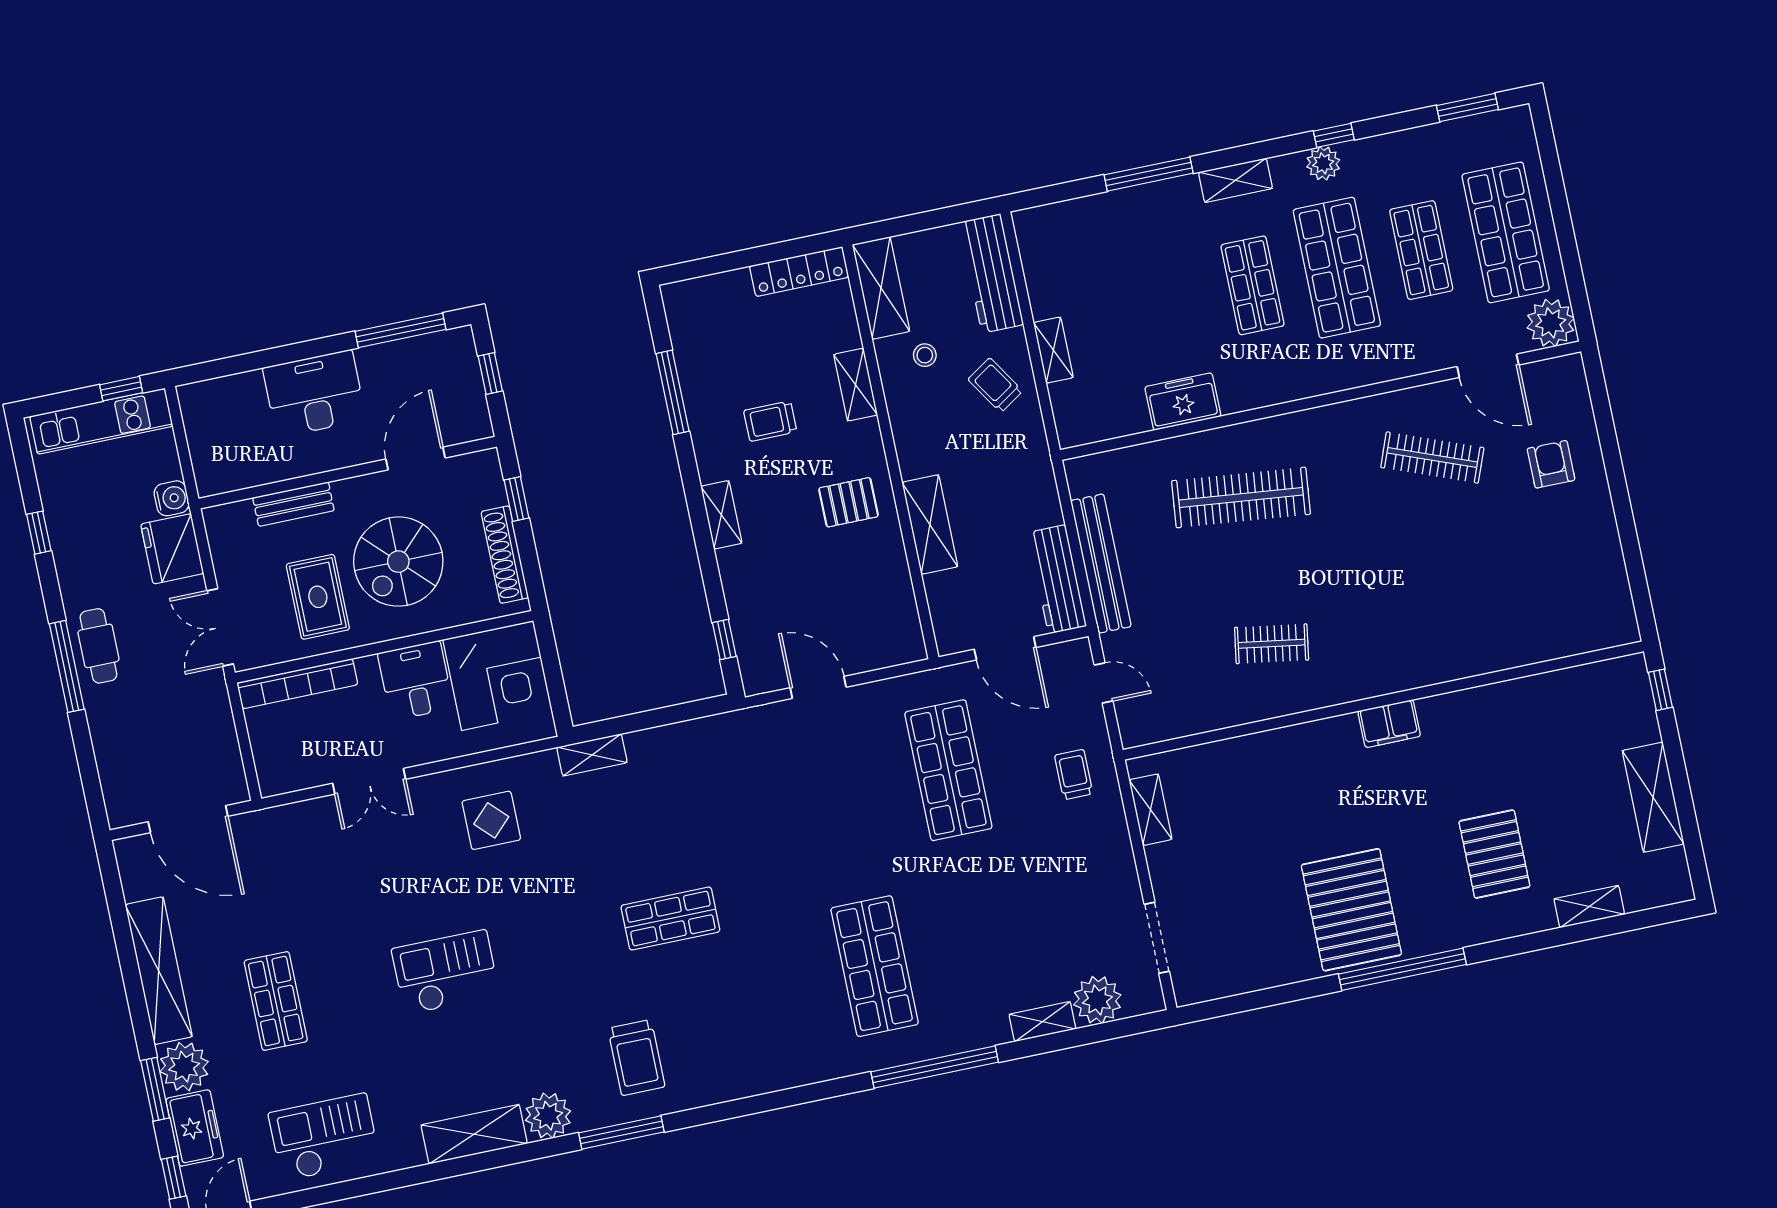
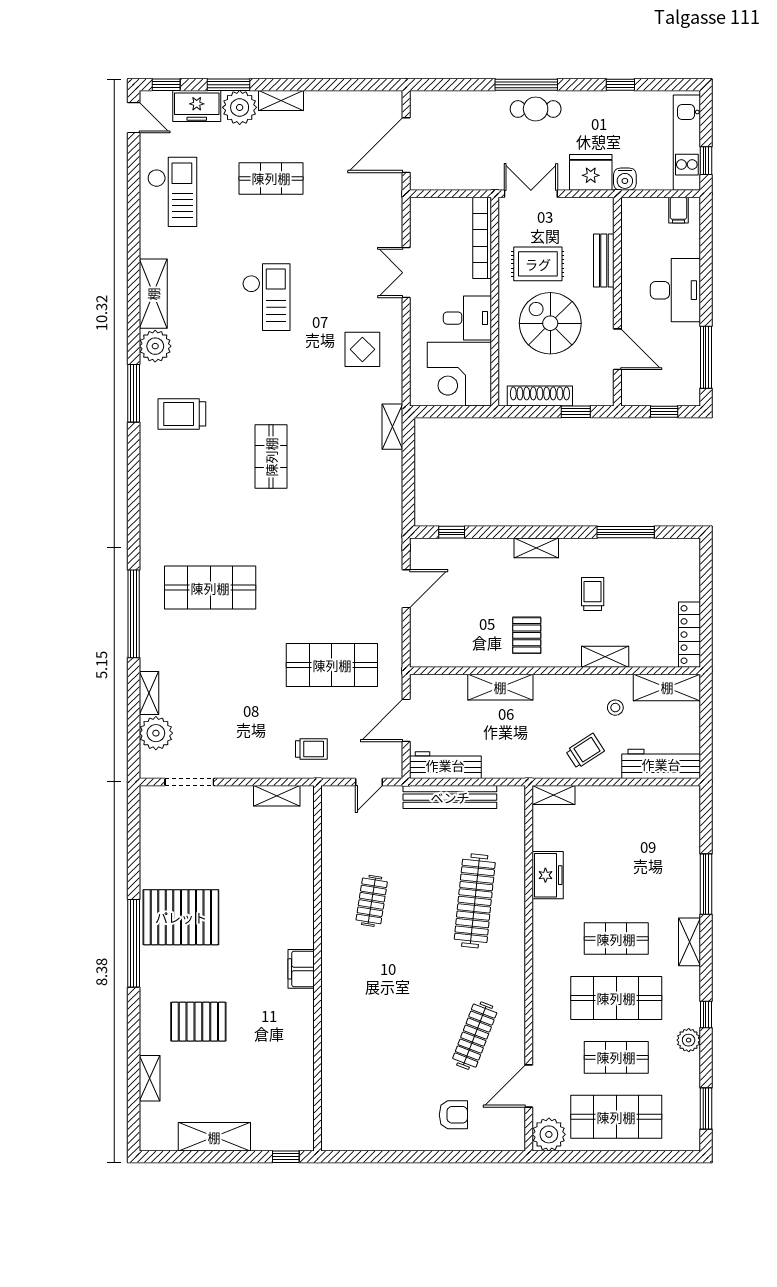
plant: (1323, 163) -> (689, 1040), moved
shelving: (1053, 350) -> (554, 795), moved
filing cabinet: (200, 413) -> (679, 210), added
shelving: (159, 971) -> (281, 100), width x0.45, depth x0.75

